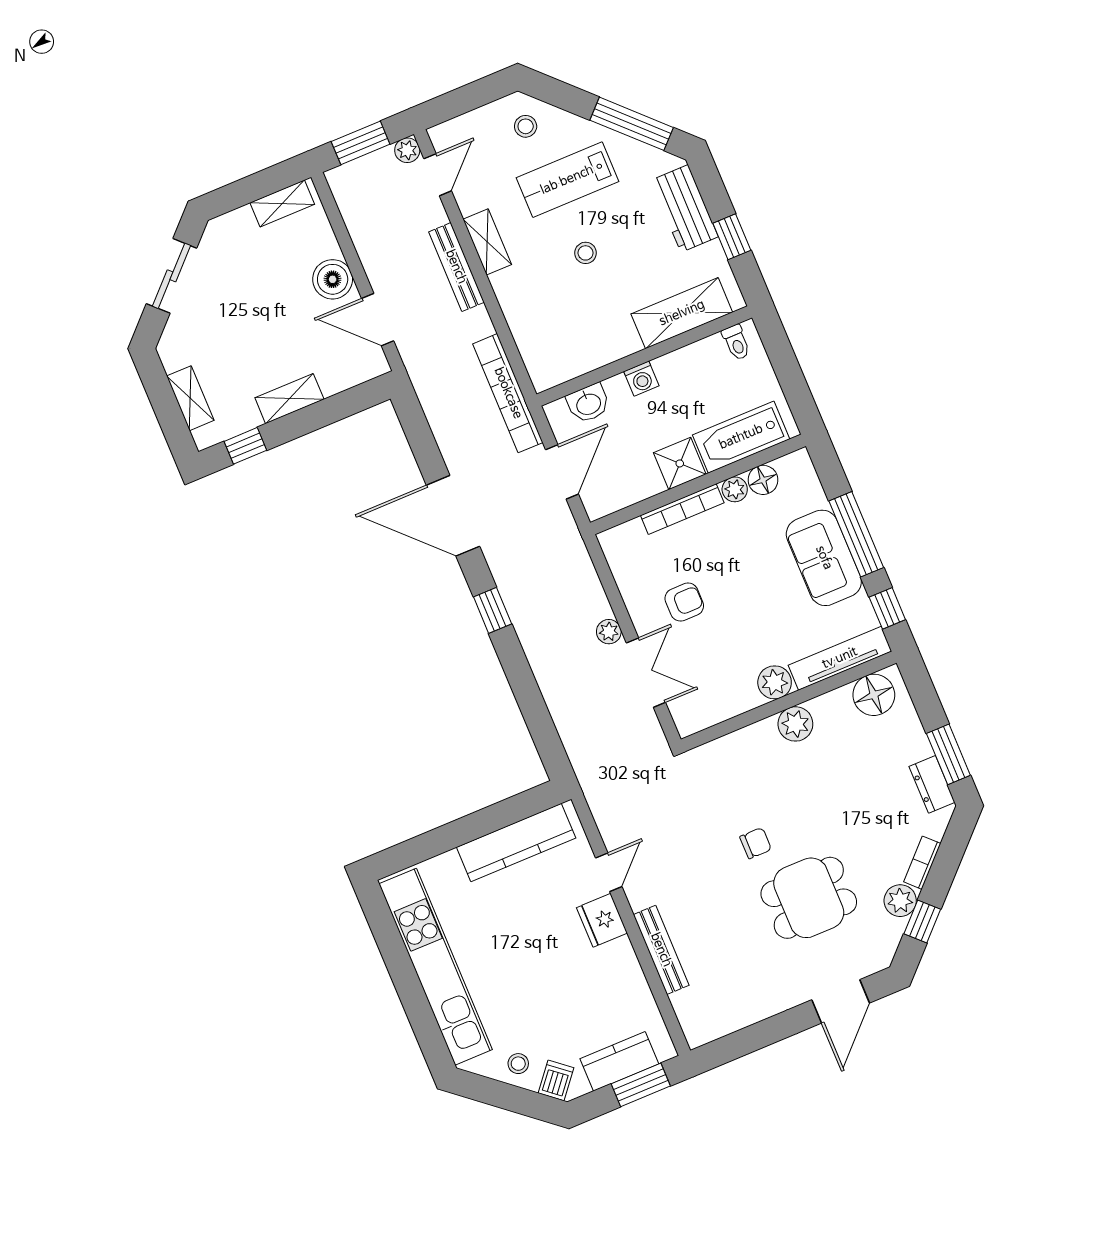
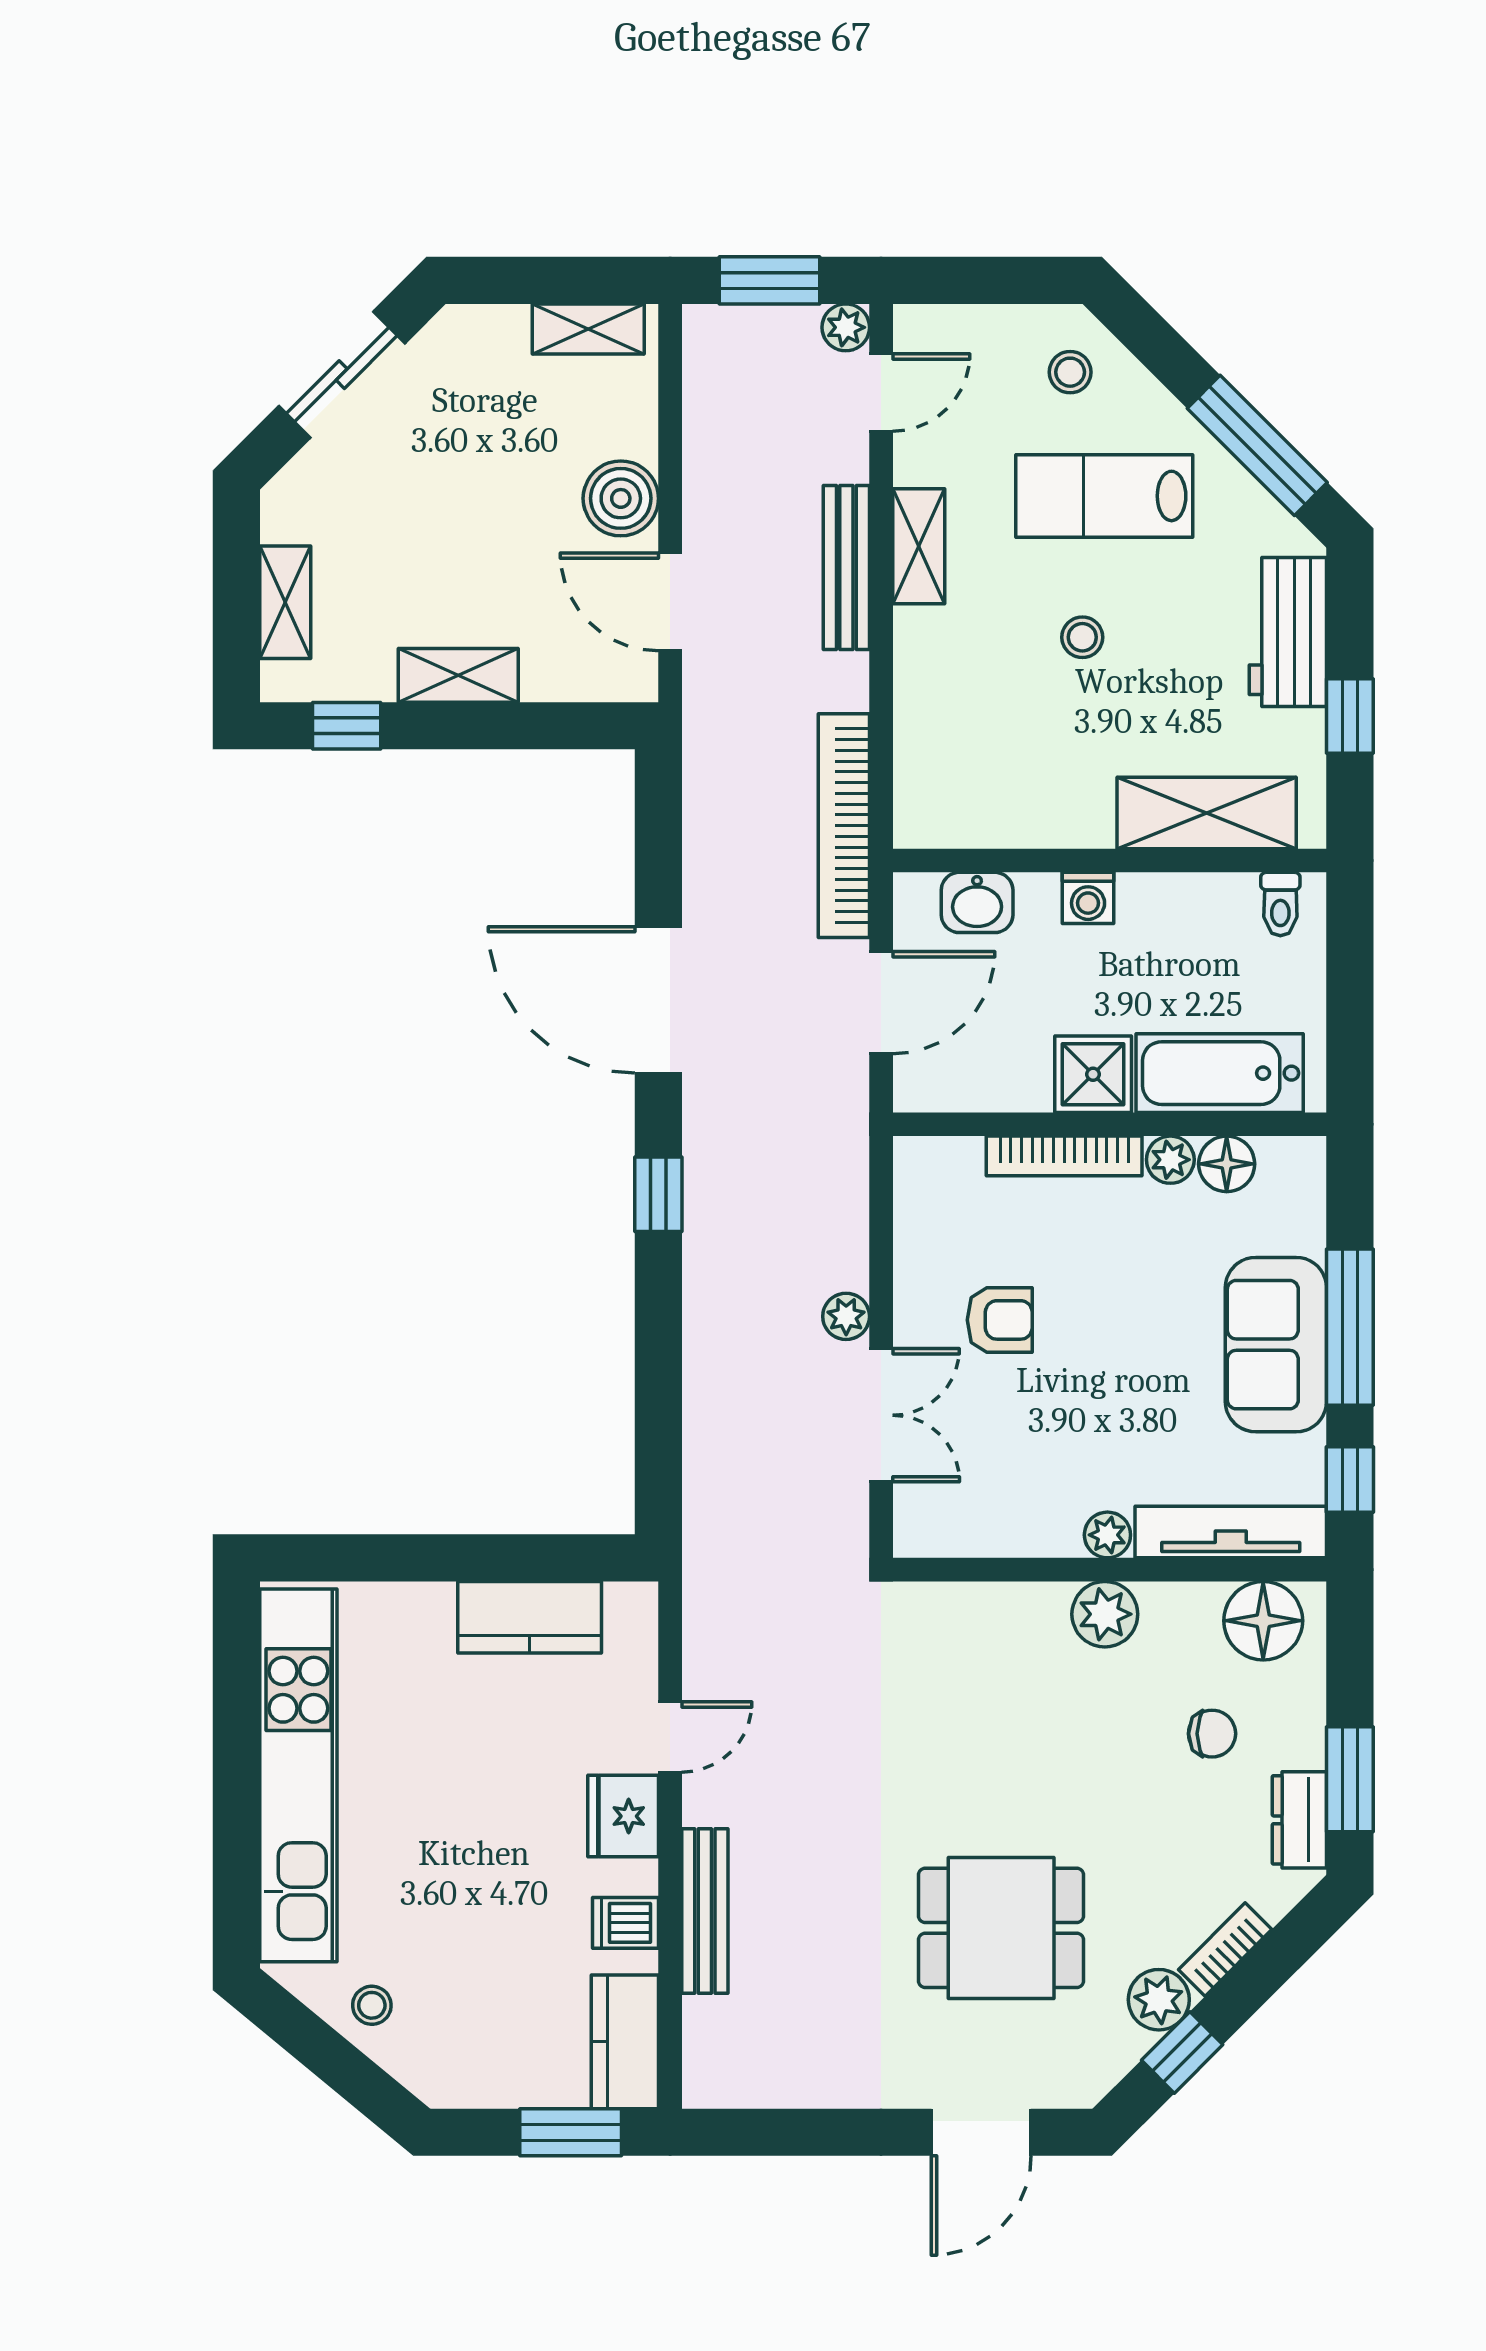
plant: (775, 682) -> (1107, 1535), width x0.73, depth x0.73
kitchen counter: (516, 843) -> (530, 1617), width x0.67
chair: (756, 843) -> (1212, 1734), moved
kitchen counter: (619, 1061) -> (625, 2042), moved, turned -90
dishwasher: (556, 1080) -> (625, 1923), moved, turned -130

